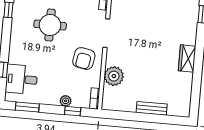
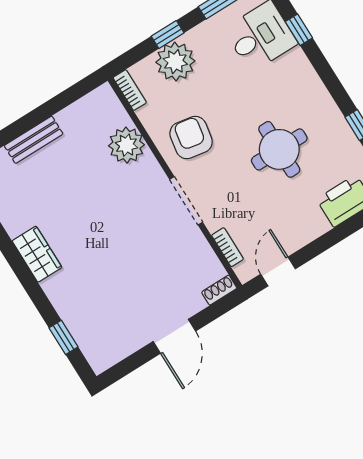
plant: (66, 101) -> (175, 62), width x1.87, depth x1.87
window: (73, 111) -> (168, 35), moved

